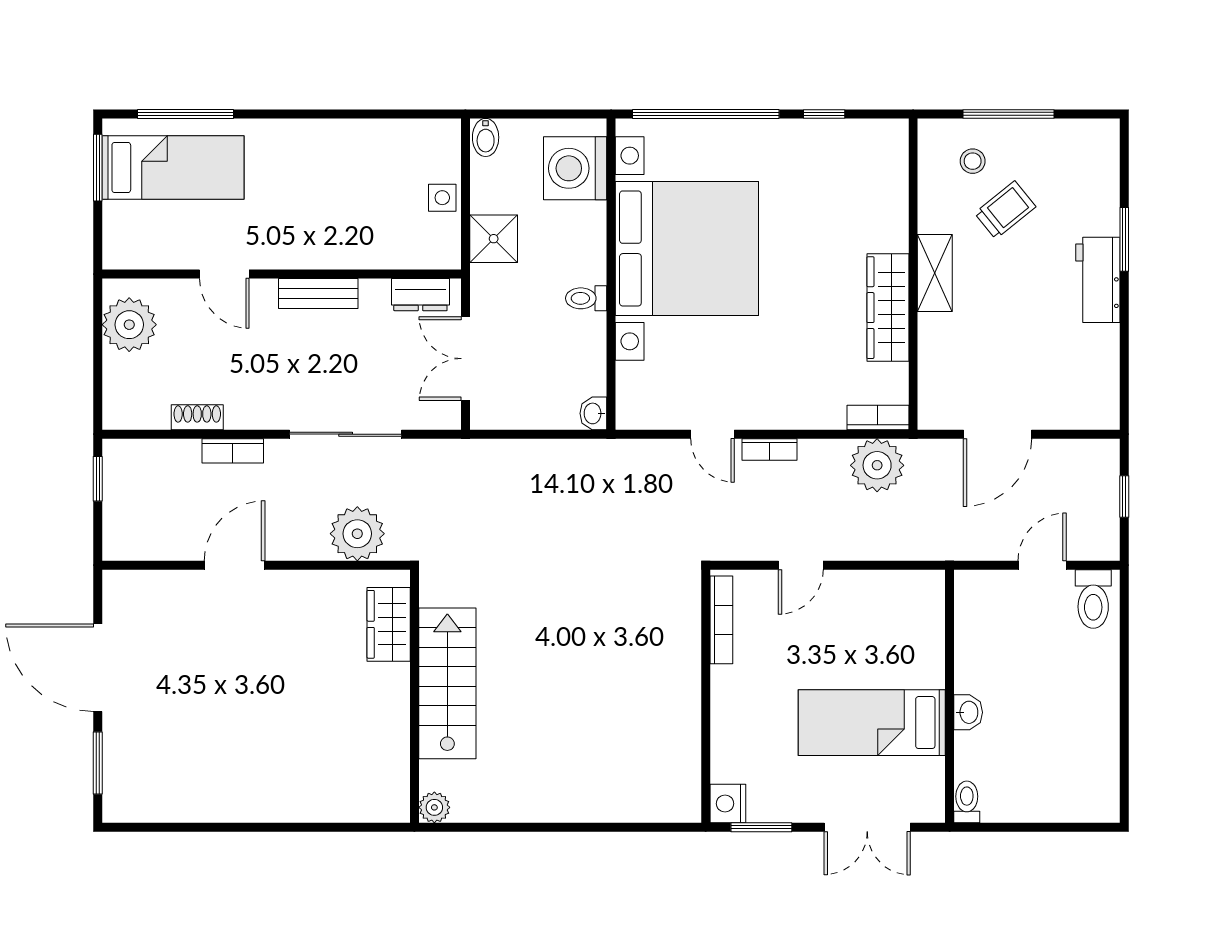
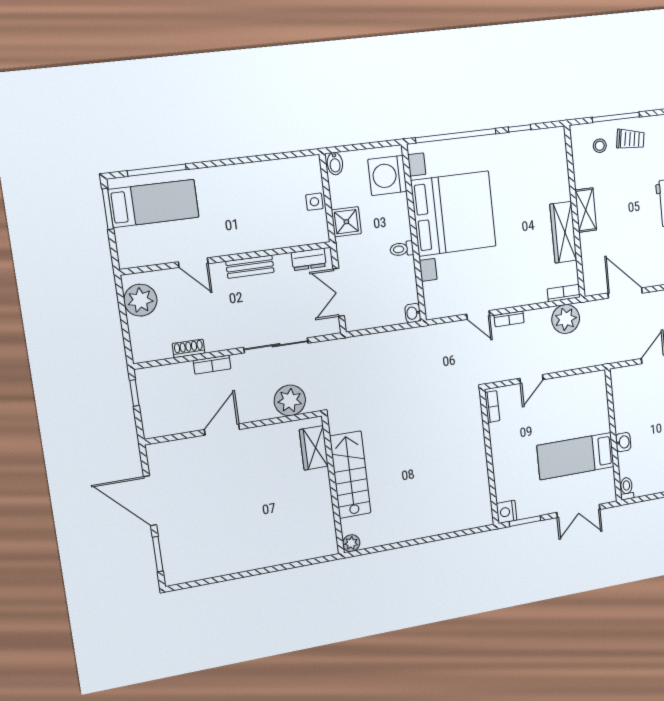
trolley: (1005, 210) -> (630, 139), moved, turned 48
door: (997, 434) -> (625, 293), swing flipped
bookcase: (721, 620) -> (492, 407), width x0.64

